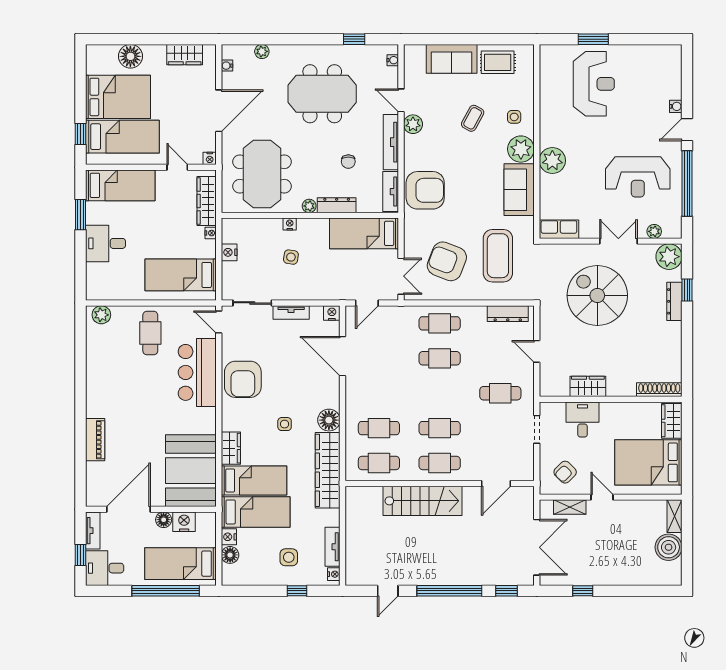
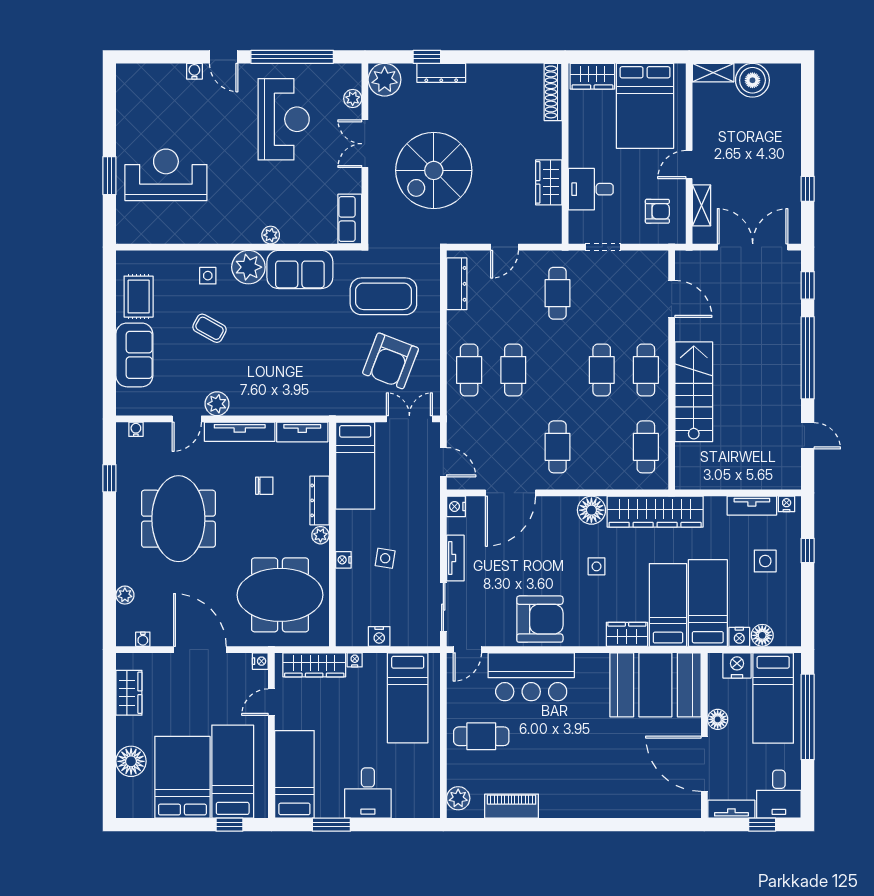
plant: (552, 161) -> (271, 235), width x0.53, depth x0.53
armchair: (425, 190) -> (301, 388), removed
cafe table: (379, 428) -> (557, 447), moved
piano: (95, 440) -> (512, 806), moved
armchair: (565, 472) -> (657, 211), turned -45
nightstand: (184, 522) -> (737, 665), moved, turned 90

